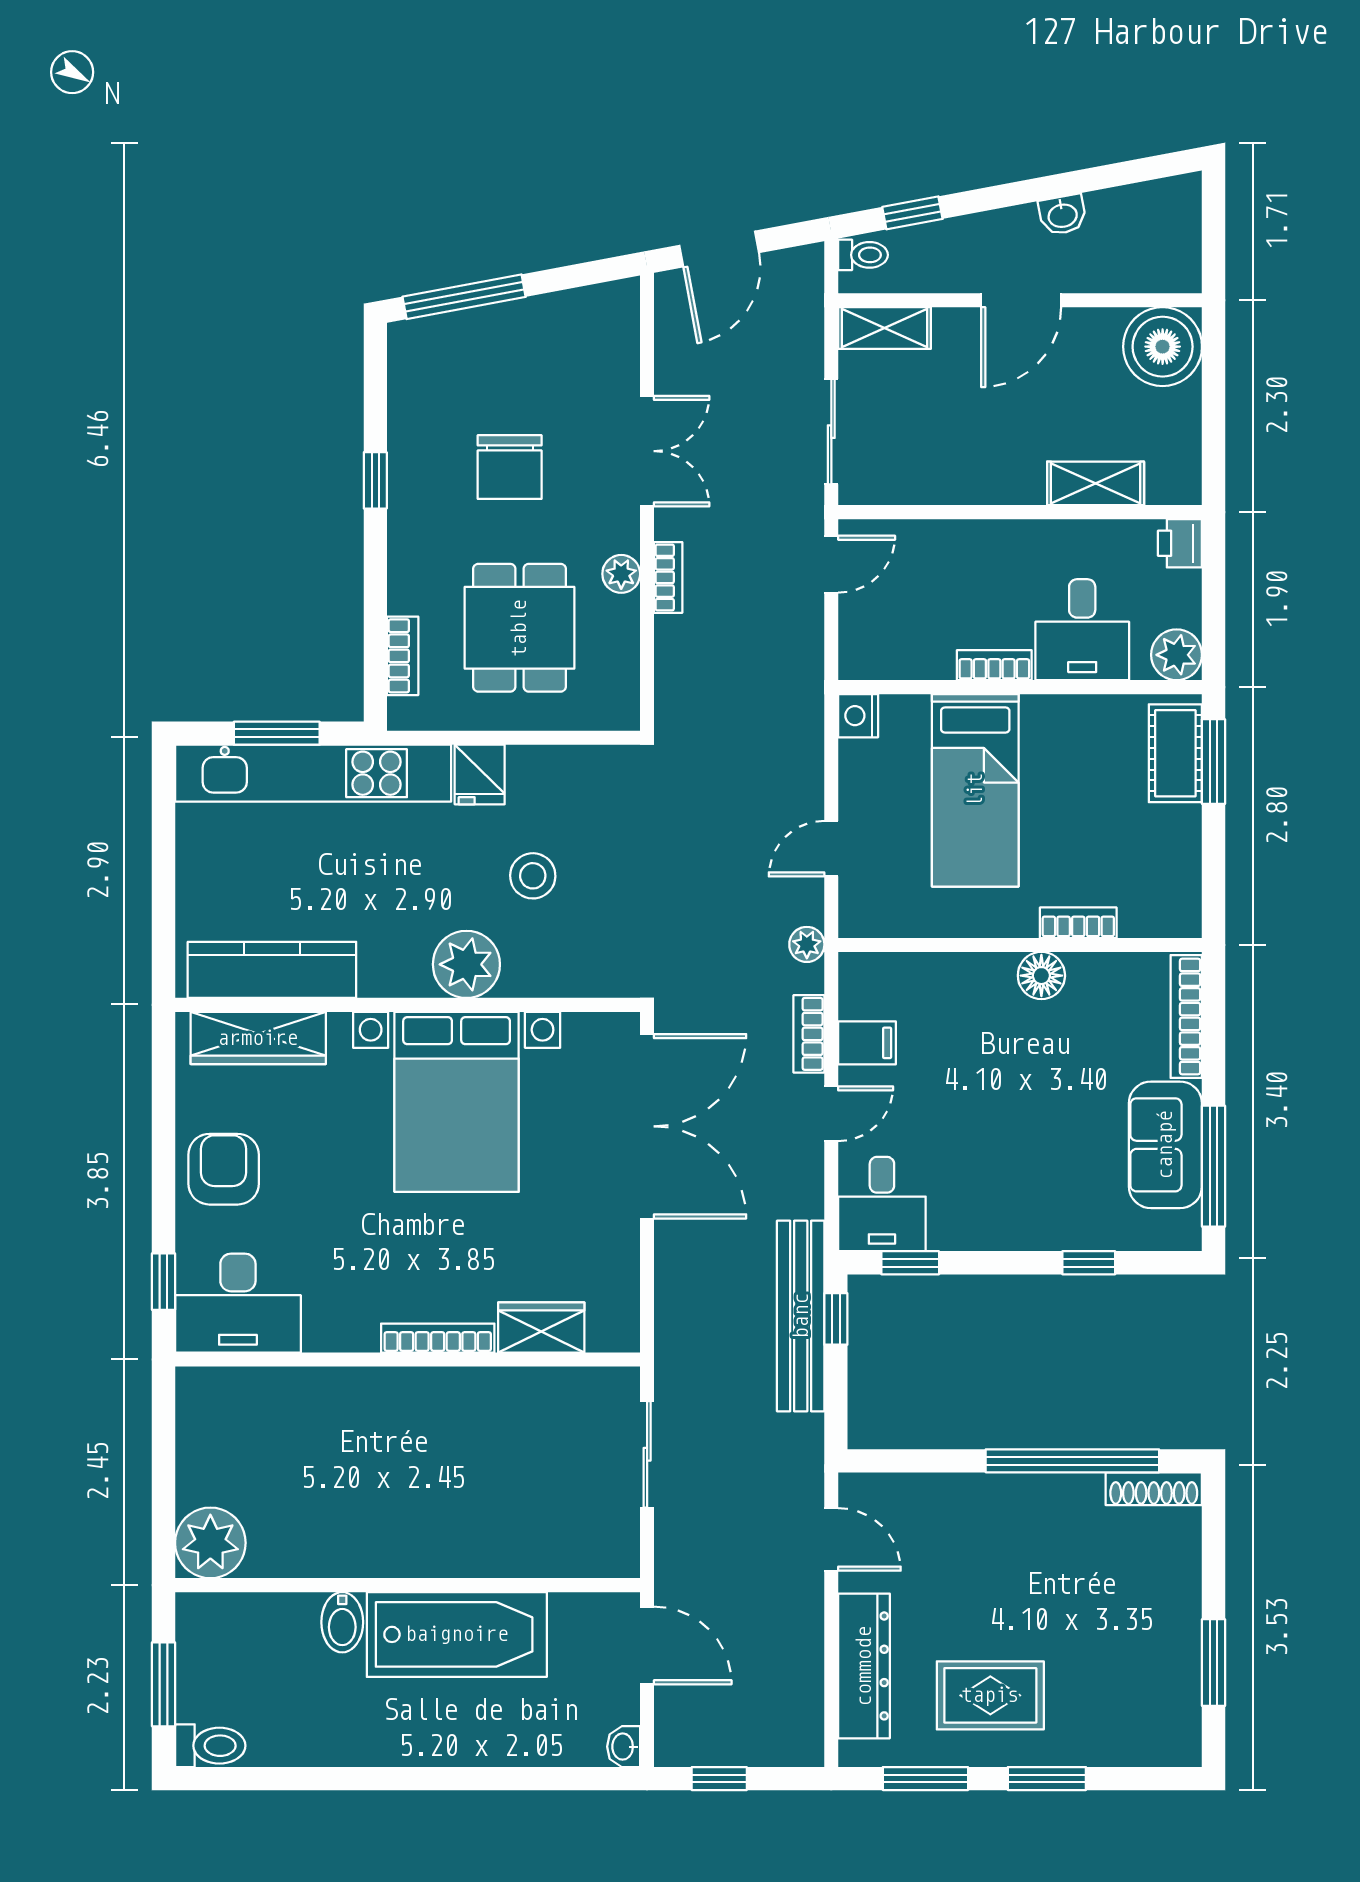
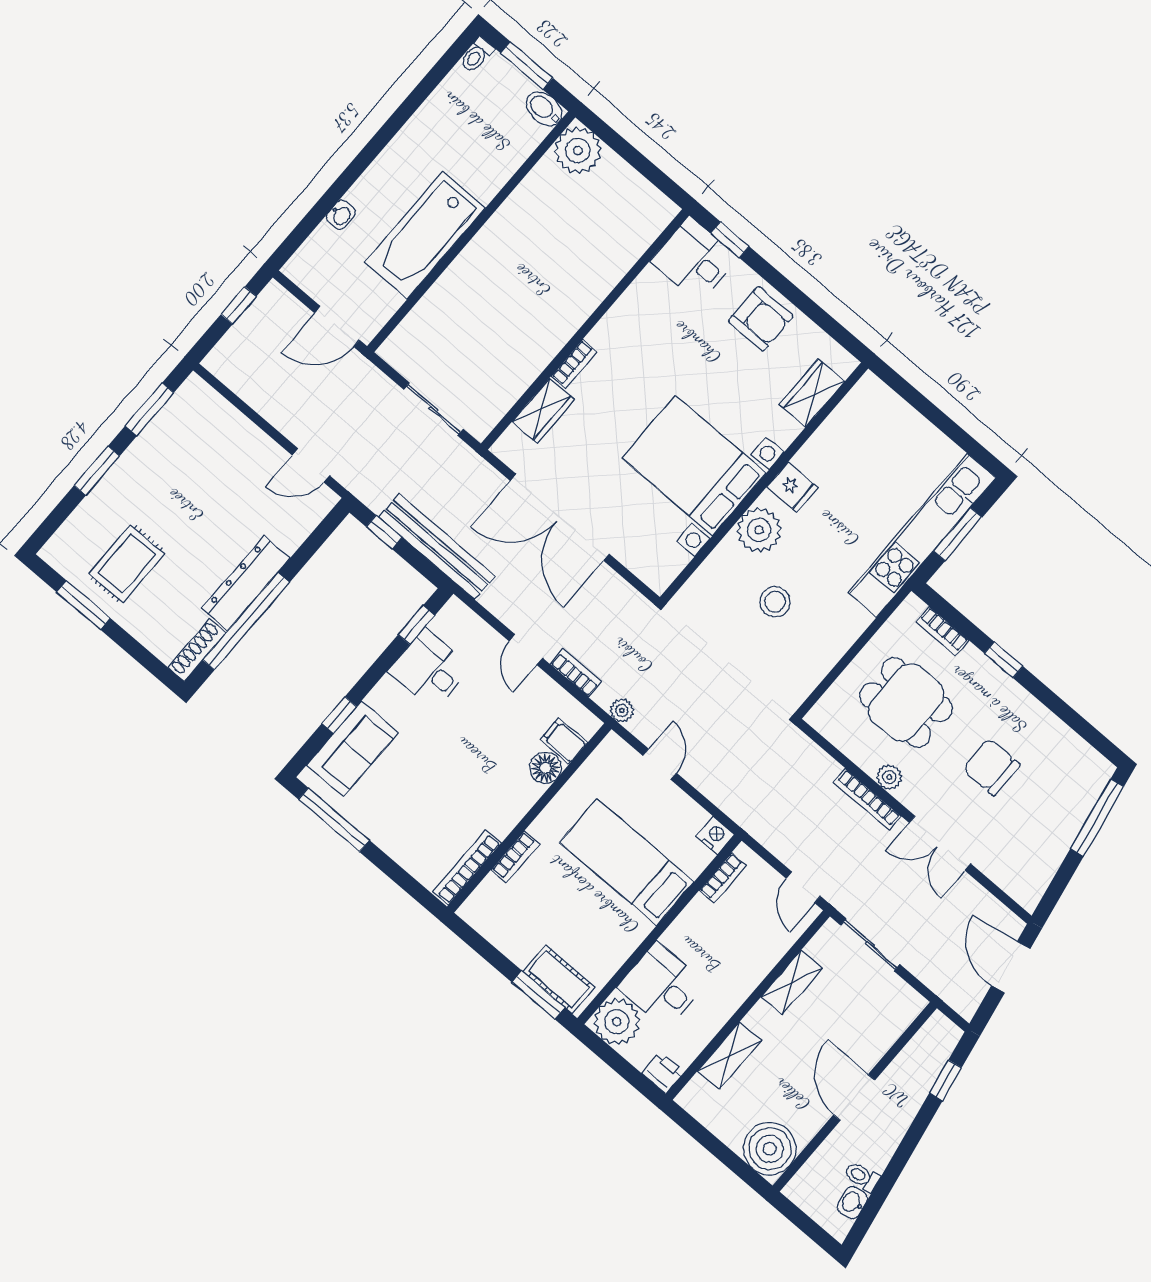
washbasin: (1062, 215) -> (852, 1203), moved
toilet: (863, 255) -> (862, 1177), moved, turned 79
shelving: (885, 328) -> (792, 982), moved
window: (375, 480) -> (1004, 660), moved
bookcase: (668, 577) -> (867, 799), width x1.56
plant: (1177, 655) -> (617, 1022), width x1.36, depth x1.36
bookcase: (994, 665) -> (723, 878), moved
fridge: (480, 774) -> (792, 487), moved, turned 180
kitchen counter: (272, 970) -> (840, 429), removed
floor lamp: (1041, 976) -> (545, 768), moved
bookcase: (1186, 1016) -> (467, 867), moved, turned -90
wardrobe: (258, 1038) -> (812, 393), width x0.67
filing cabinet: (867, 1043) -> (564, 741), moved, turned 90
double door: (647, 1126) -> (560, 517), moved
sofa: (1165, 1145) -> (352, 749), moved, turned 90
desk: (882, 1204) -> (430, 669), moved
desk: (238, 1303) -> (694, 259), width x0.73
window: (836, 1319) -> (384, 532), moved
bookcase: (438, 1338) -> (574, 364), width x0.64
bidet: (342, 1622) -> (544, 109), moved
dresser: (864, 1666) -> (246, 583), moved, turned 90
rug: (990, 1695) -> (127, 564), moved
toilet: (210, 1746) -> (477, 55), width x0.73, depth x0.72
washbasin: (624, 1747) -> (341, 215), moved, turned 90

